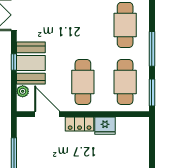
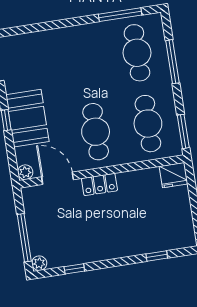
window: (152, 49) -> (172, 62), moved
plant: (23, 91) -> (25, 172), moved
fridge: (105, 126) -> (173, 175), moved

